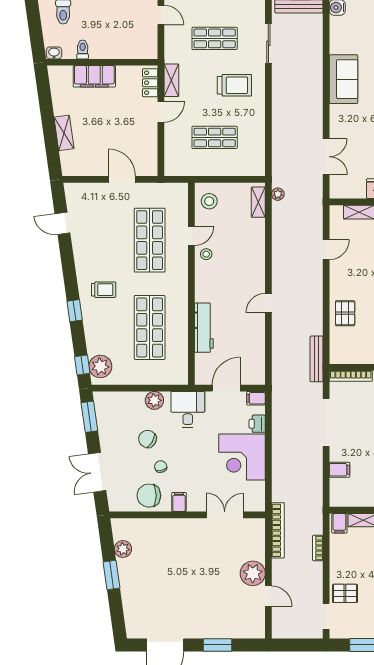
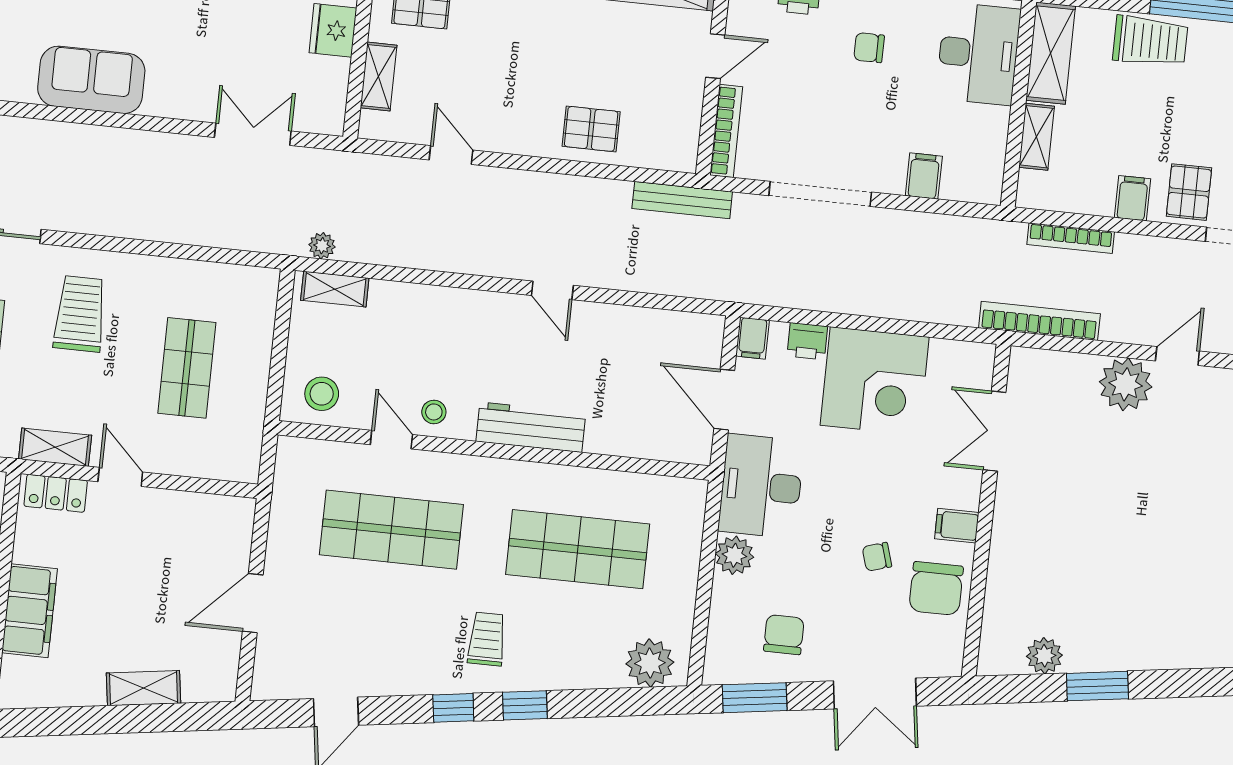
door: (122, 179) -> (253, 603), moved
workbench: (204, 328) -> (531, 427), moved
window: (82, 365) -> (453, 708), moved
desk: (188, 409) -> (761, 486), width x1.37
chair: (147, 439) -> (784, 635), moved, turned 150
filing cabinet: (339, 523) -> (1132, 198), moved, turned -90
bookcase: (318, 548) -> (1071, 238), width x1.56

